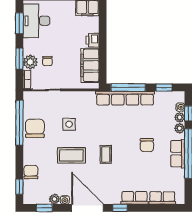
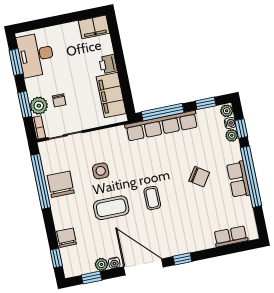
plant: (180, 128) -> (227, 111), moved
chair: (147, 145) -> (199, 177), turned -56
row of seats: (134, 198) -> (197, 243), removed

